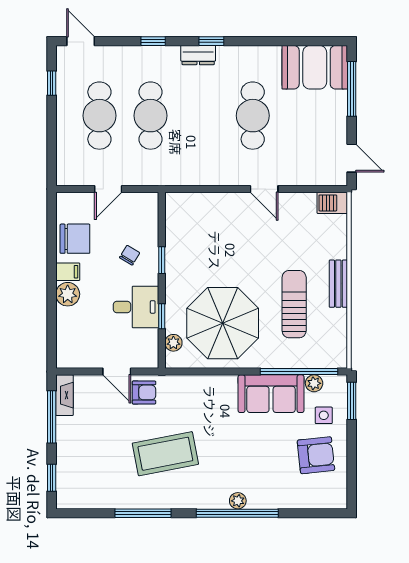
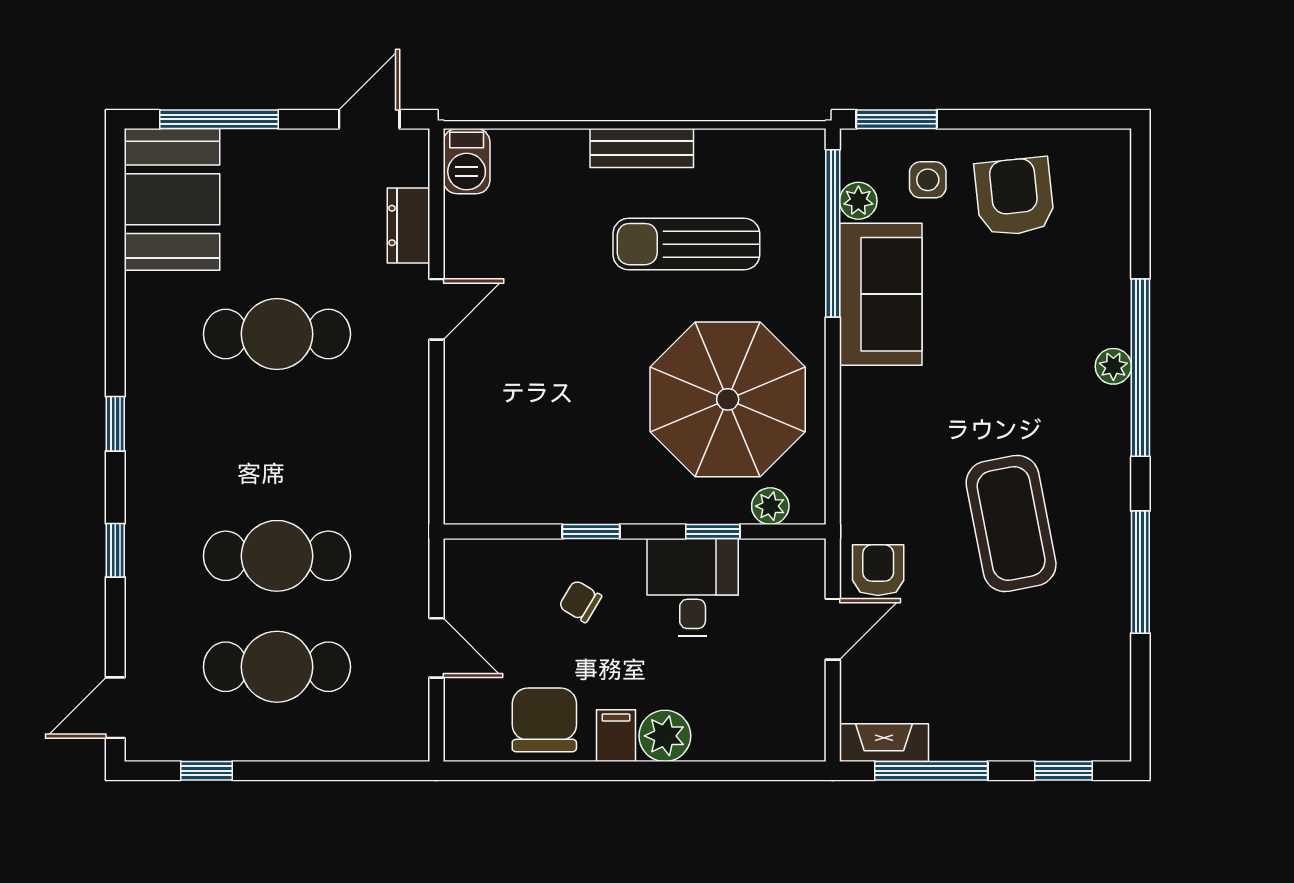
dresser: (198, 55) -> (408, 225), moved, turned 180

